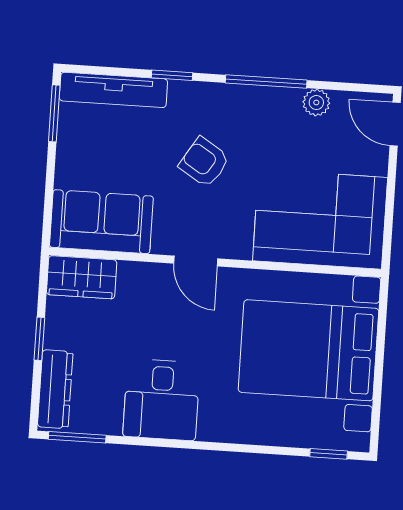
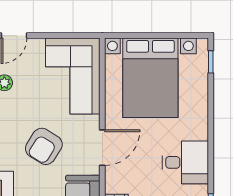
armchair: (204, 162) -> (44, 146), width x1.38, depth x1.38
door: (196, 261) -> (102, 148), width x1.38

